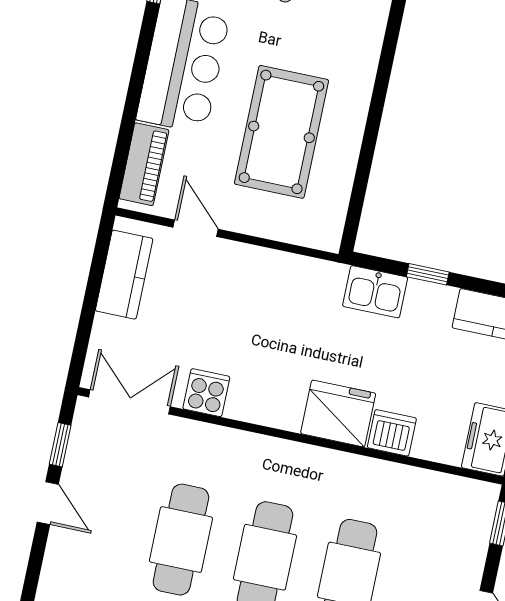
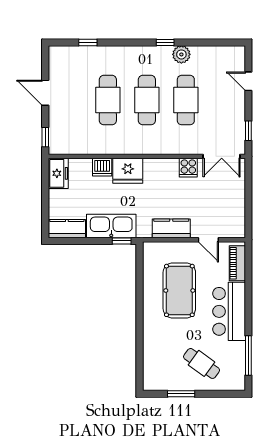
window: (428, 274) -> (122, 241), moved
kitchen counter: (124, 275) -> (171, 228), moved, turned 90
kitchen sink: (375, 292) -> (111, 226), width x1.87, depth x1.24
door: (48, 503) -> (248, 81), moved

